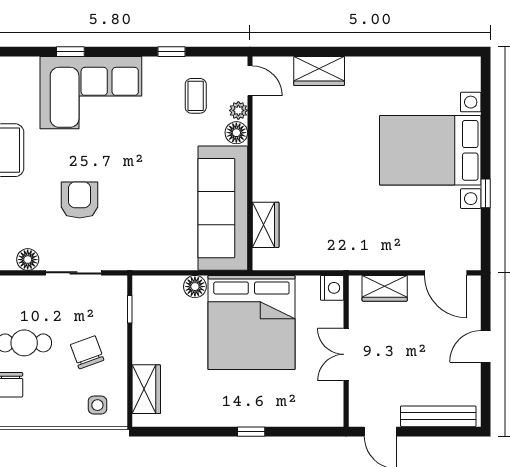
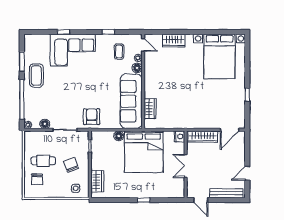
bed with nightstands: (430, 150) -> (219, 56), moved, turned -90
armchair: (80, 200) -> (92, 117), moved
door: (446, 273) -> (230, 130), hinge flipped
wardrobe: (385, 288) -> (203, 137), width x1.50
door: (486, 346) -> (247, 173), moved

